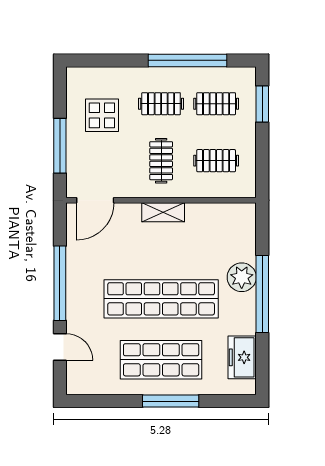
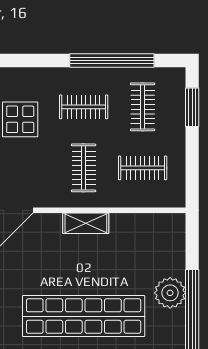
clothes rail: (216, 104) -> (143, 107), turned 90

